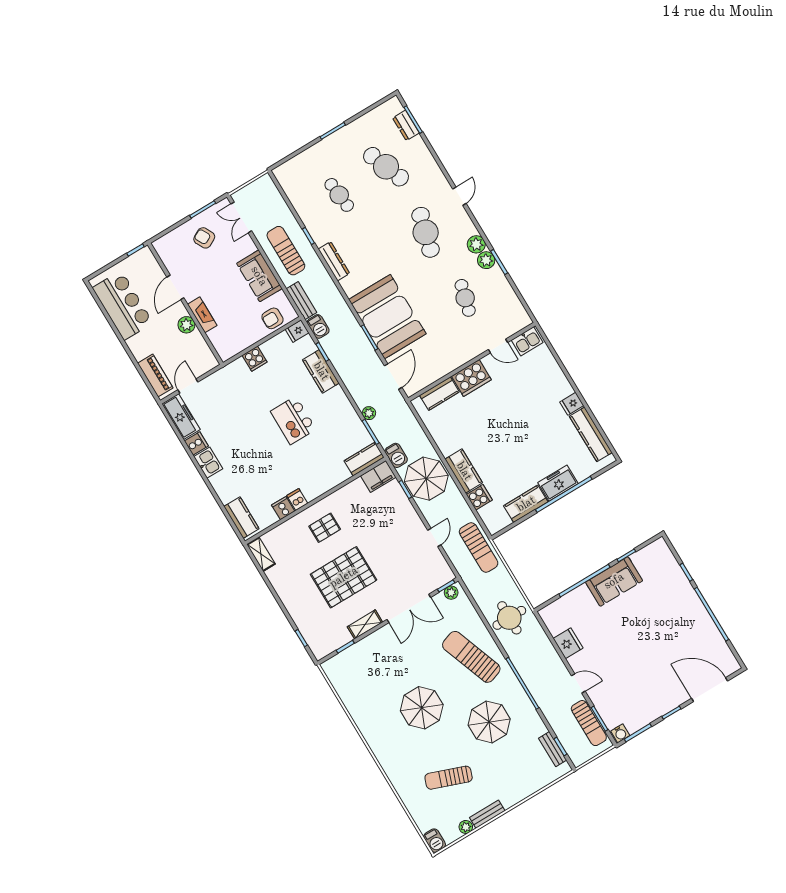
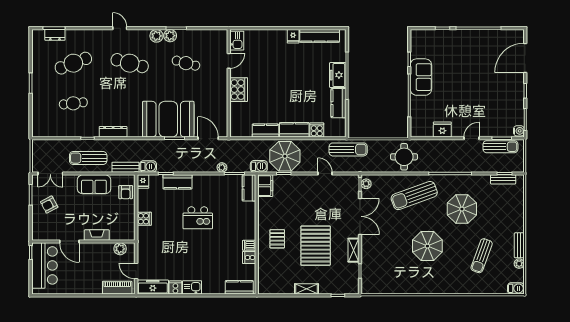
bar counter: (123, 305) -> (44, 265), moved, turned 90
plant: (186, 325) -> (120, 249), moved
kitchen counter: (439, 394) -> (265, 131), moved, turned -90
shelving: (261, 554) -> (306, 289), moved

